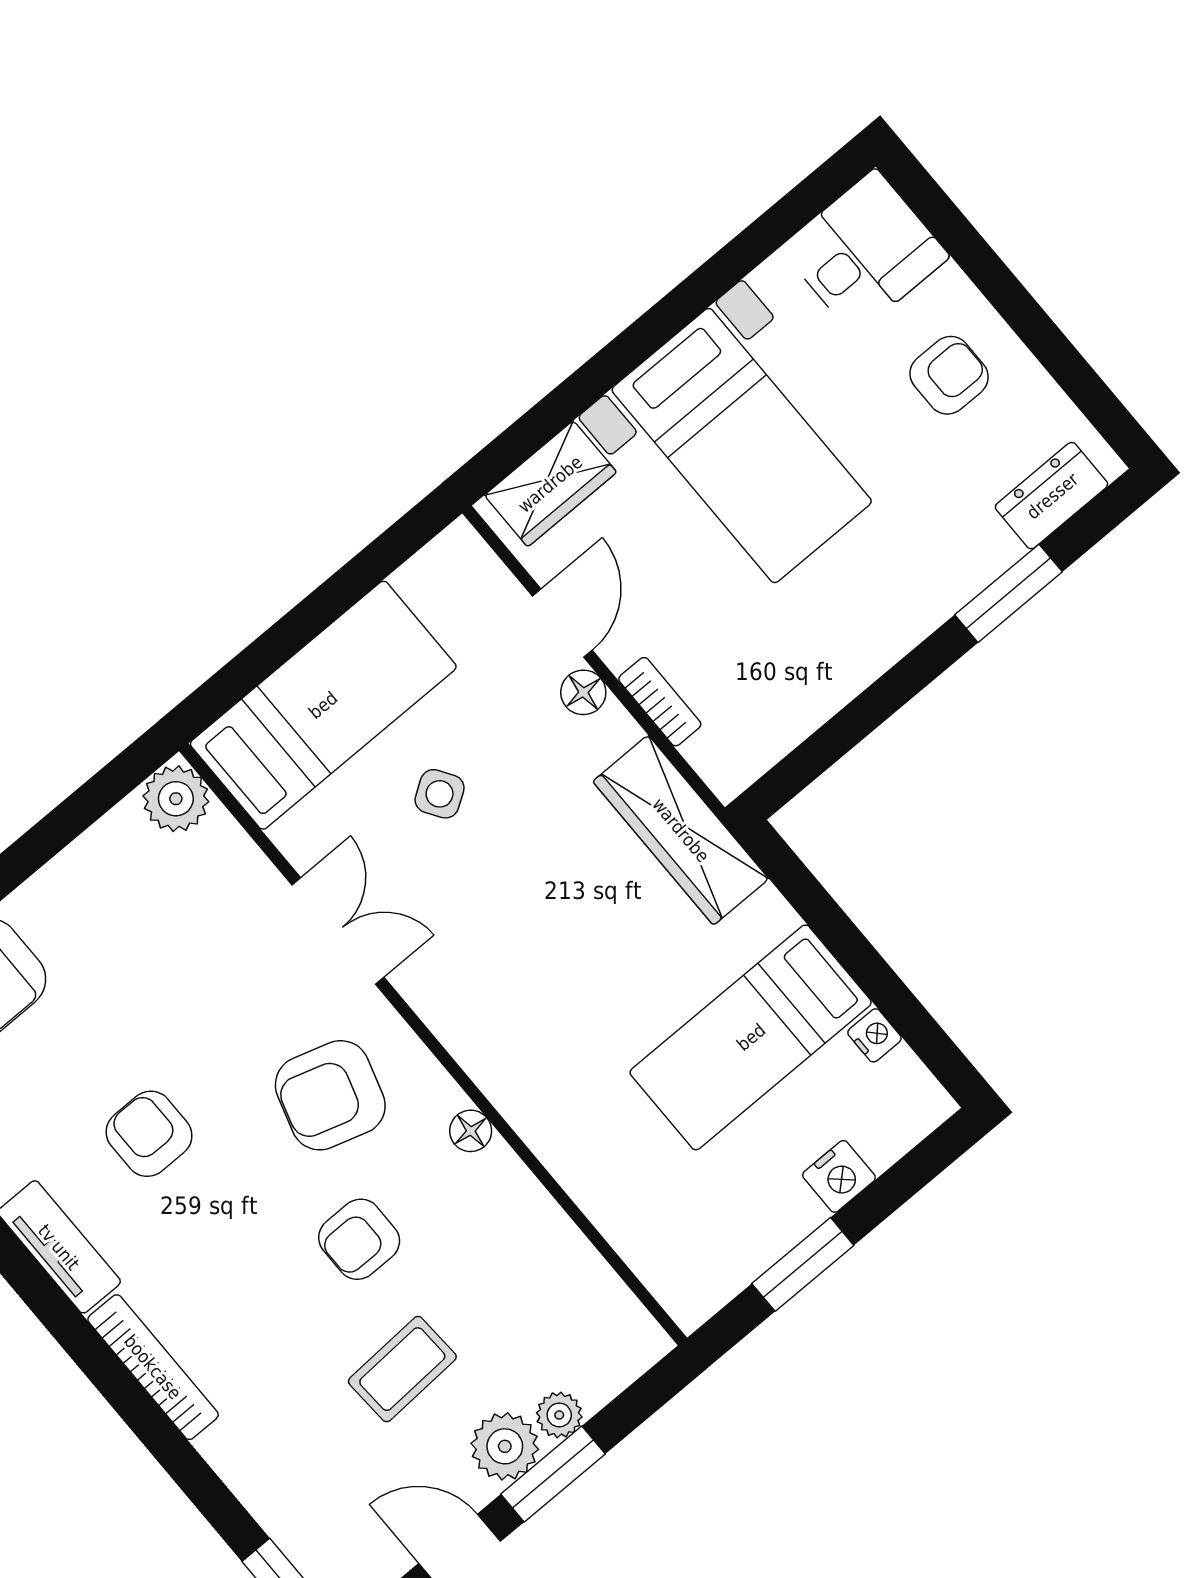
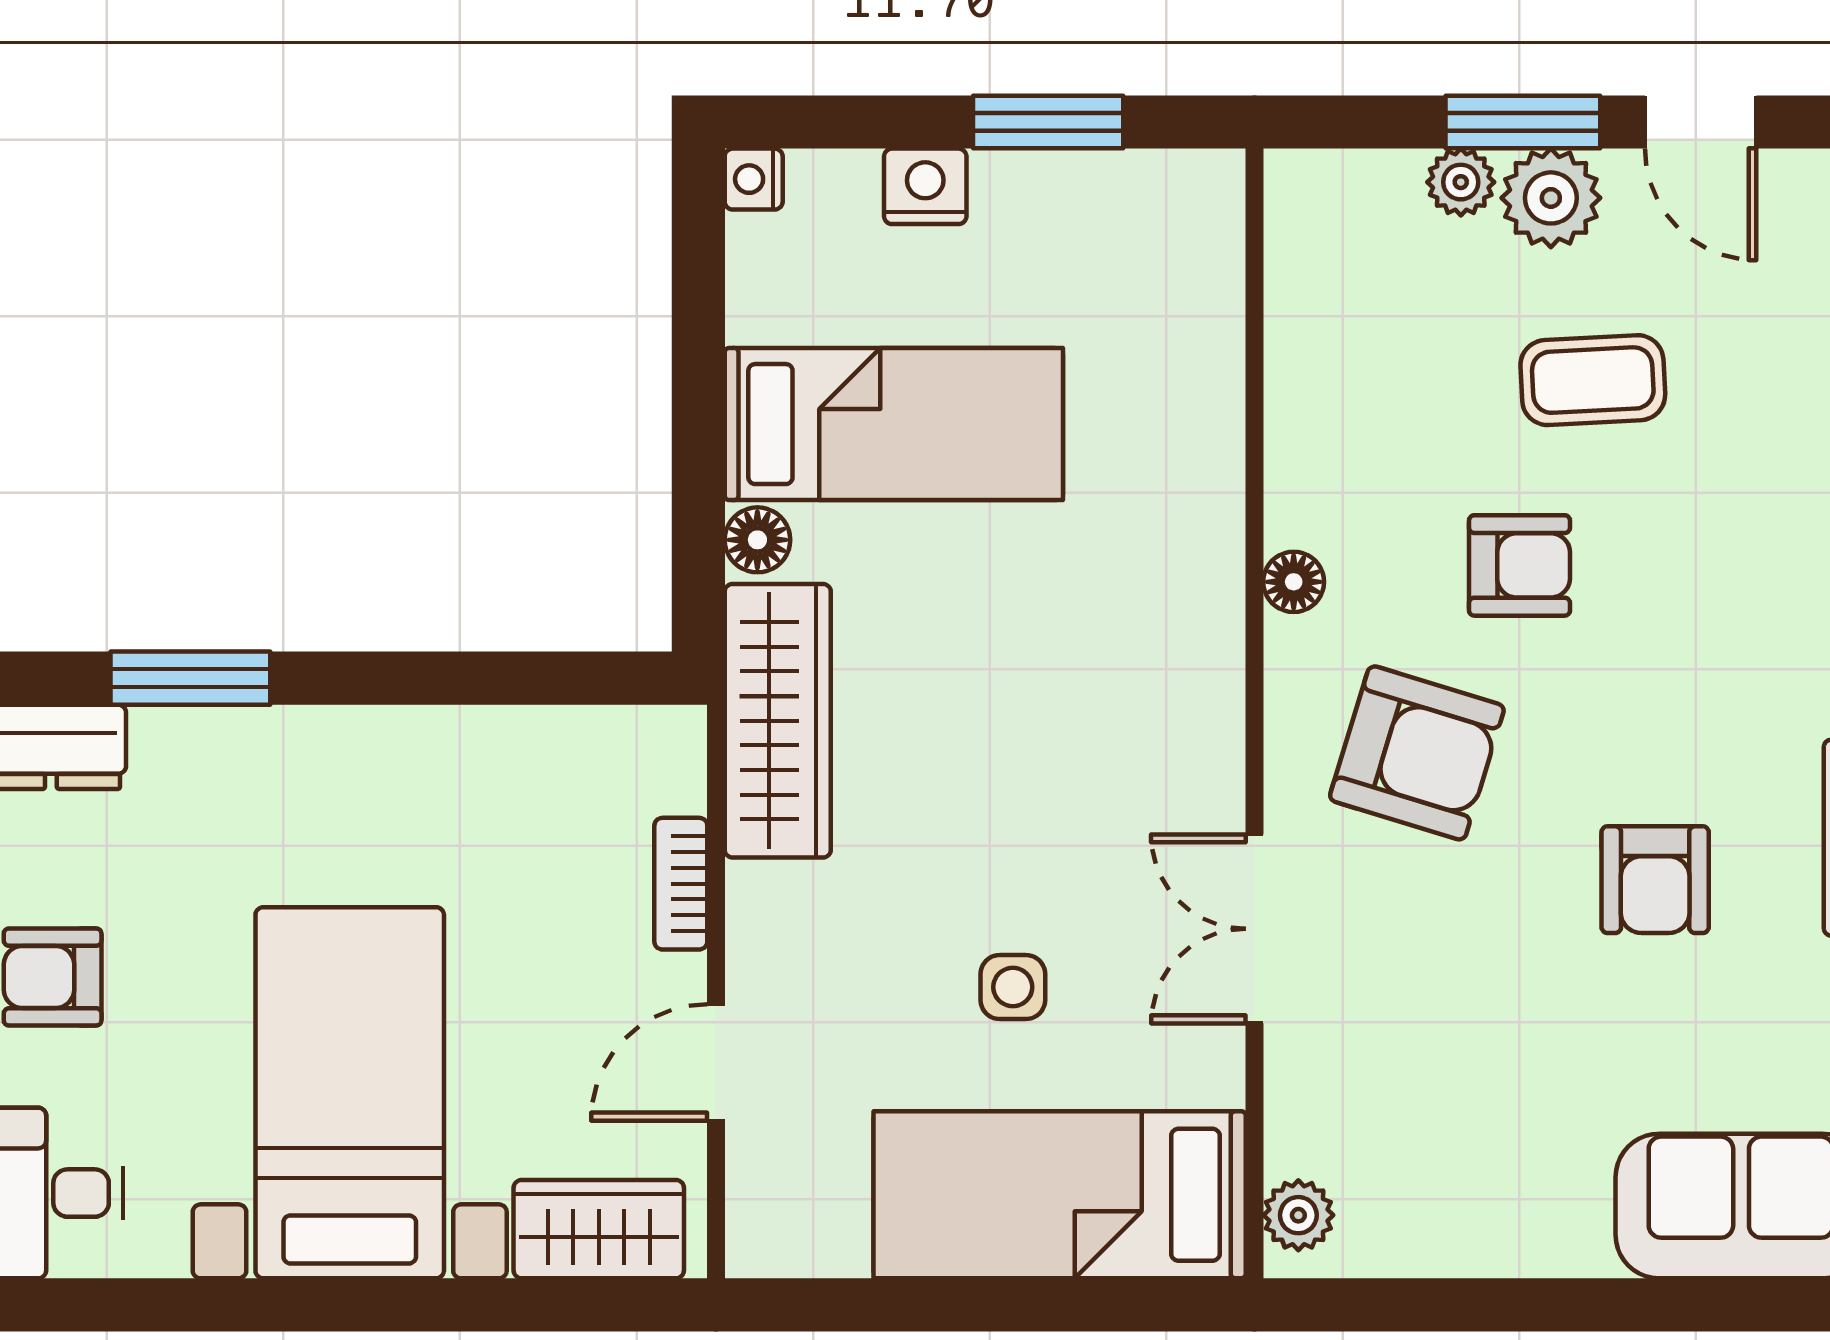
floor lamp: (583, 692) -> (757, 540), moved
side table: (440, 794) -> (1013, 987), turned 33
plant: (176, 799) -> (1298, 1215), width x0.73, depth x0.73
nightstand: (875, 1035) -> (754, 179), moved

